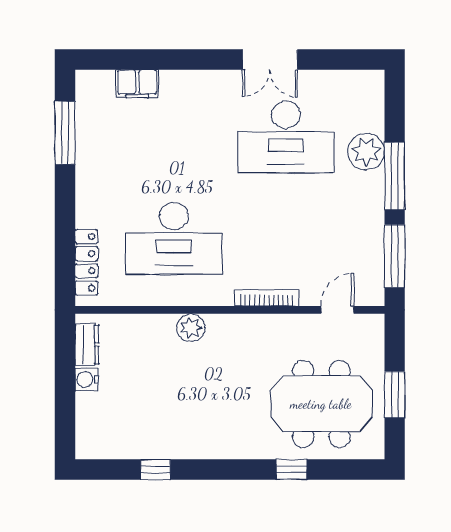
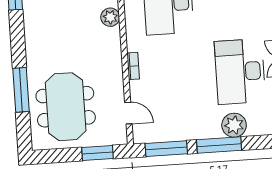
bookcase: (267, 298) -> (133, 66), width x0.64
window: (395, 395) -> (98, 153), moved
window: (291, 470) -> (21, 90), width x2.17

